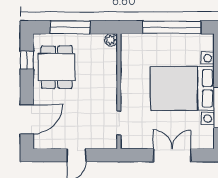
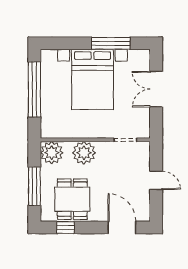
plant: (111, 40) -> (52, 153), width x1.87, depth x1.87
dining table: (57, 67) -> (72, 199), turned 90
plant: (105, 79) -> (84, 153), added

